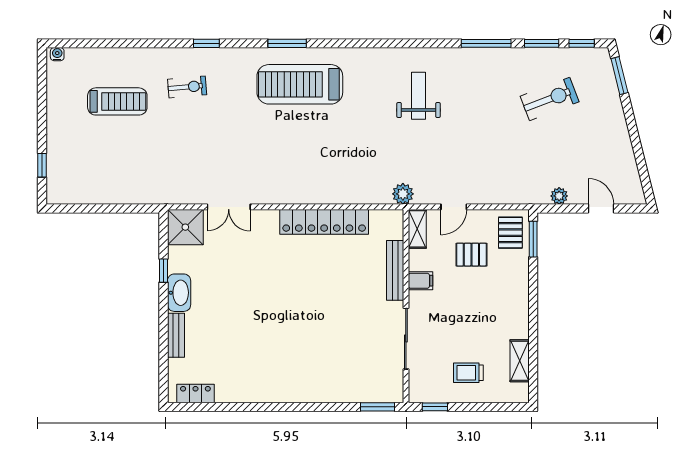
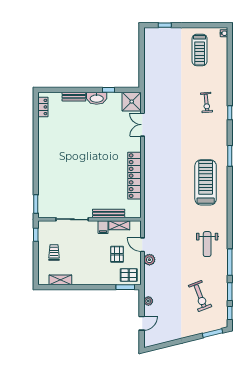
treadmill: (300, 84) -> (206, 182), moved
weight bench: (419, 96) -> (207, 244), moved, turned 90
treadmill: (117, 101) -> (200, 50), moved
plant: (403, 194) -> (149, 260), moved
shelving: (417, 229) -> (119, 225), moved

